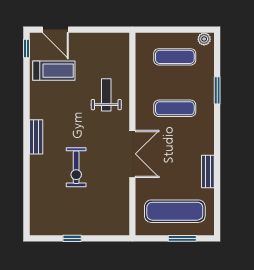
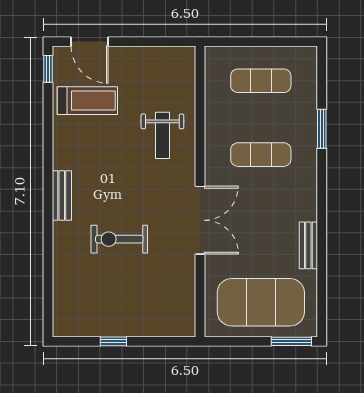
plant: (204, 39) -> (303, 55), removed
weight bench: (106, 95) -> (162, 135), turned 180
exercise bike: (76, 167) -> (119, 239), turned 90
exercise mat: (175, 211) -> (261, 302), width x1.47
window: (182, 238) -> (291, 341), moved

